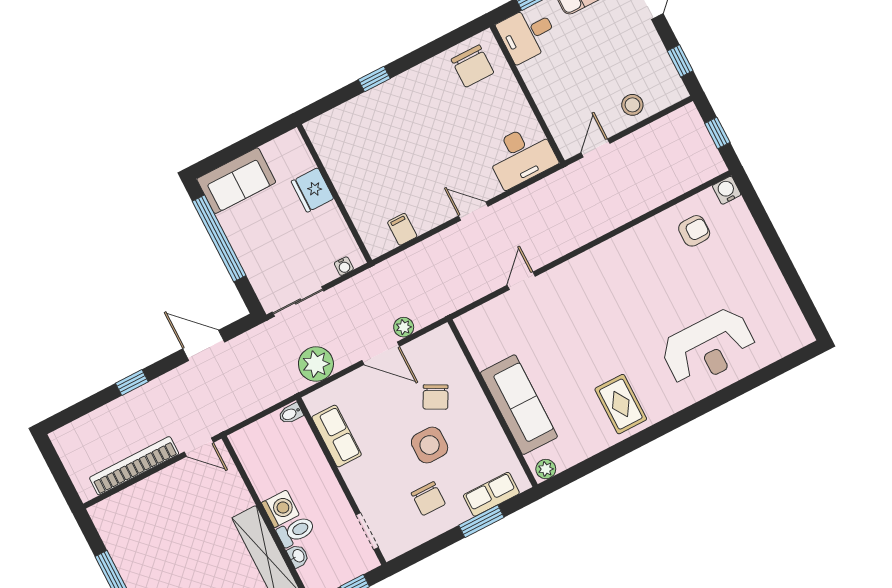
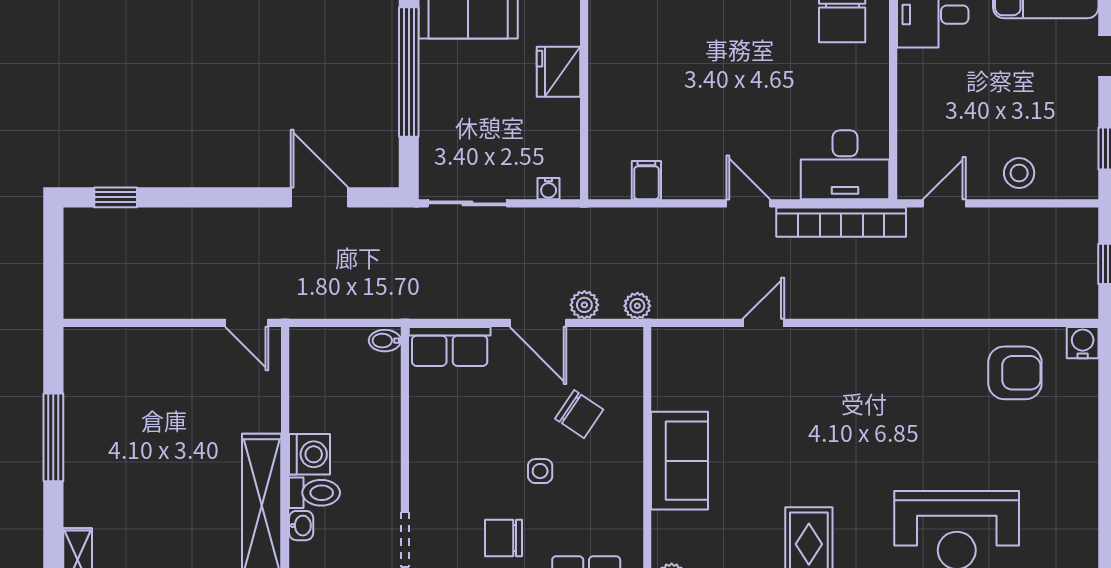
armchair: (694, 231) -> (1015, 373), width x1.38, depth x1.38
plant: (316, 364) -> (637, 306), moved, width x0.53, depth x0.53
window: (132, 383) -> (116, 197), moved
chair: (436, 397) -> (579, 414), turned -84
sofa: (519, 405) -> (680, 461), width x0.73
row of seats: (337, 436) -> (450, 346), moved, turned 90
side table: (430, 445) -> (540, 471), width x0.54, depth x0.54
bookcase: (134, 466) -> (841, 222), moved, turned 180
chair: (428, 499) -> (504, 538), turned 90

